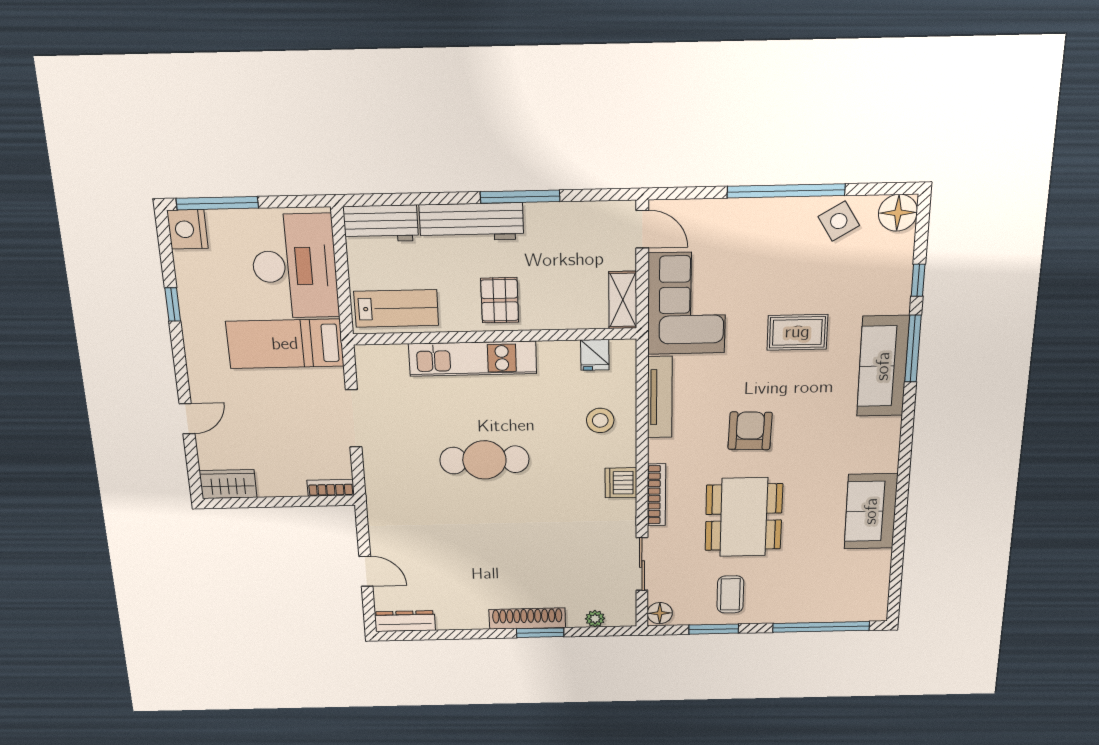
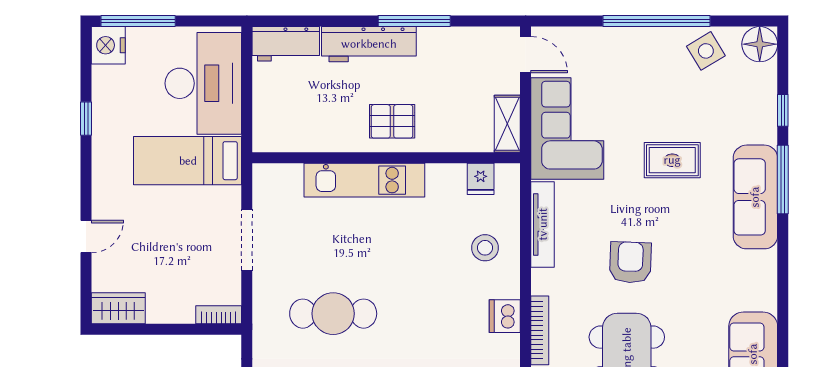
pallet: (500, 300) -> (392, 121), turned 90
lab bench: (396, 308) -> (295, 127), removed
cafe table: (484, 460) -> (333, 314), moved

